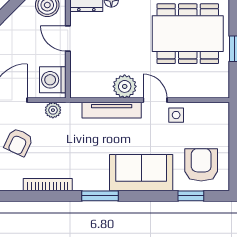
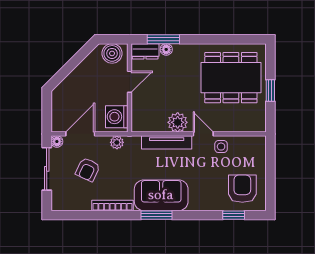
door: (68, 39) -> (130, 82), swing flipped
sofa: (141, 173) -> (161, 195), moved

